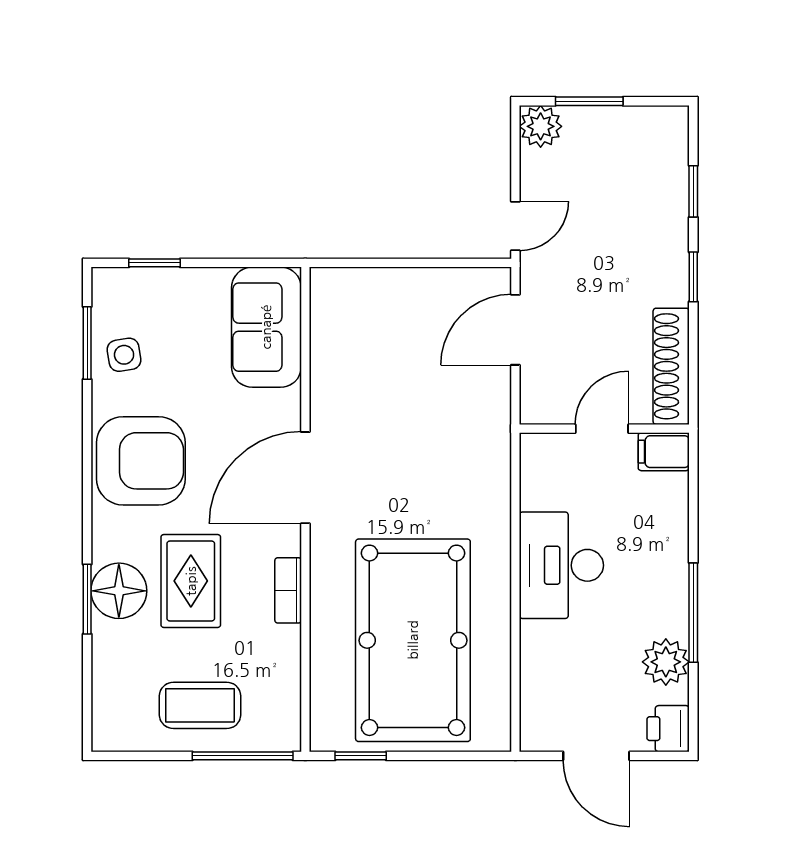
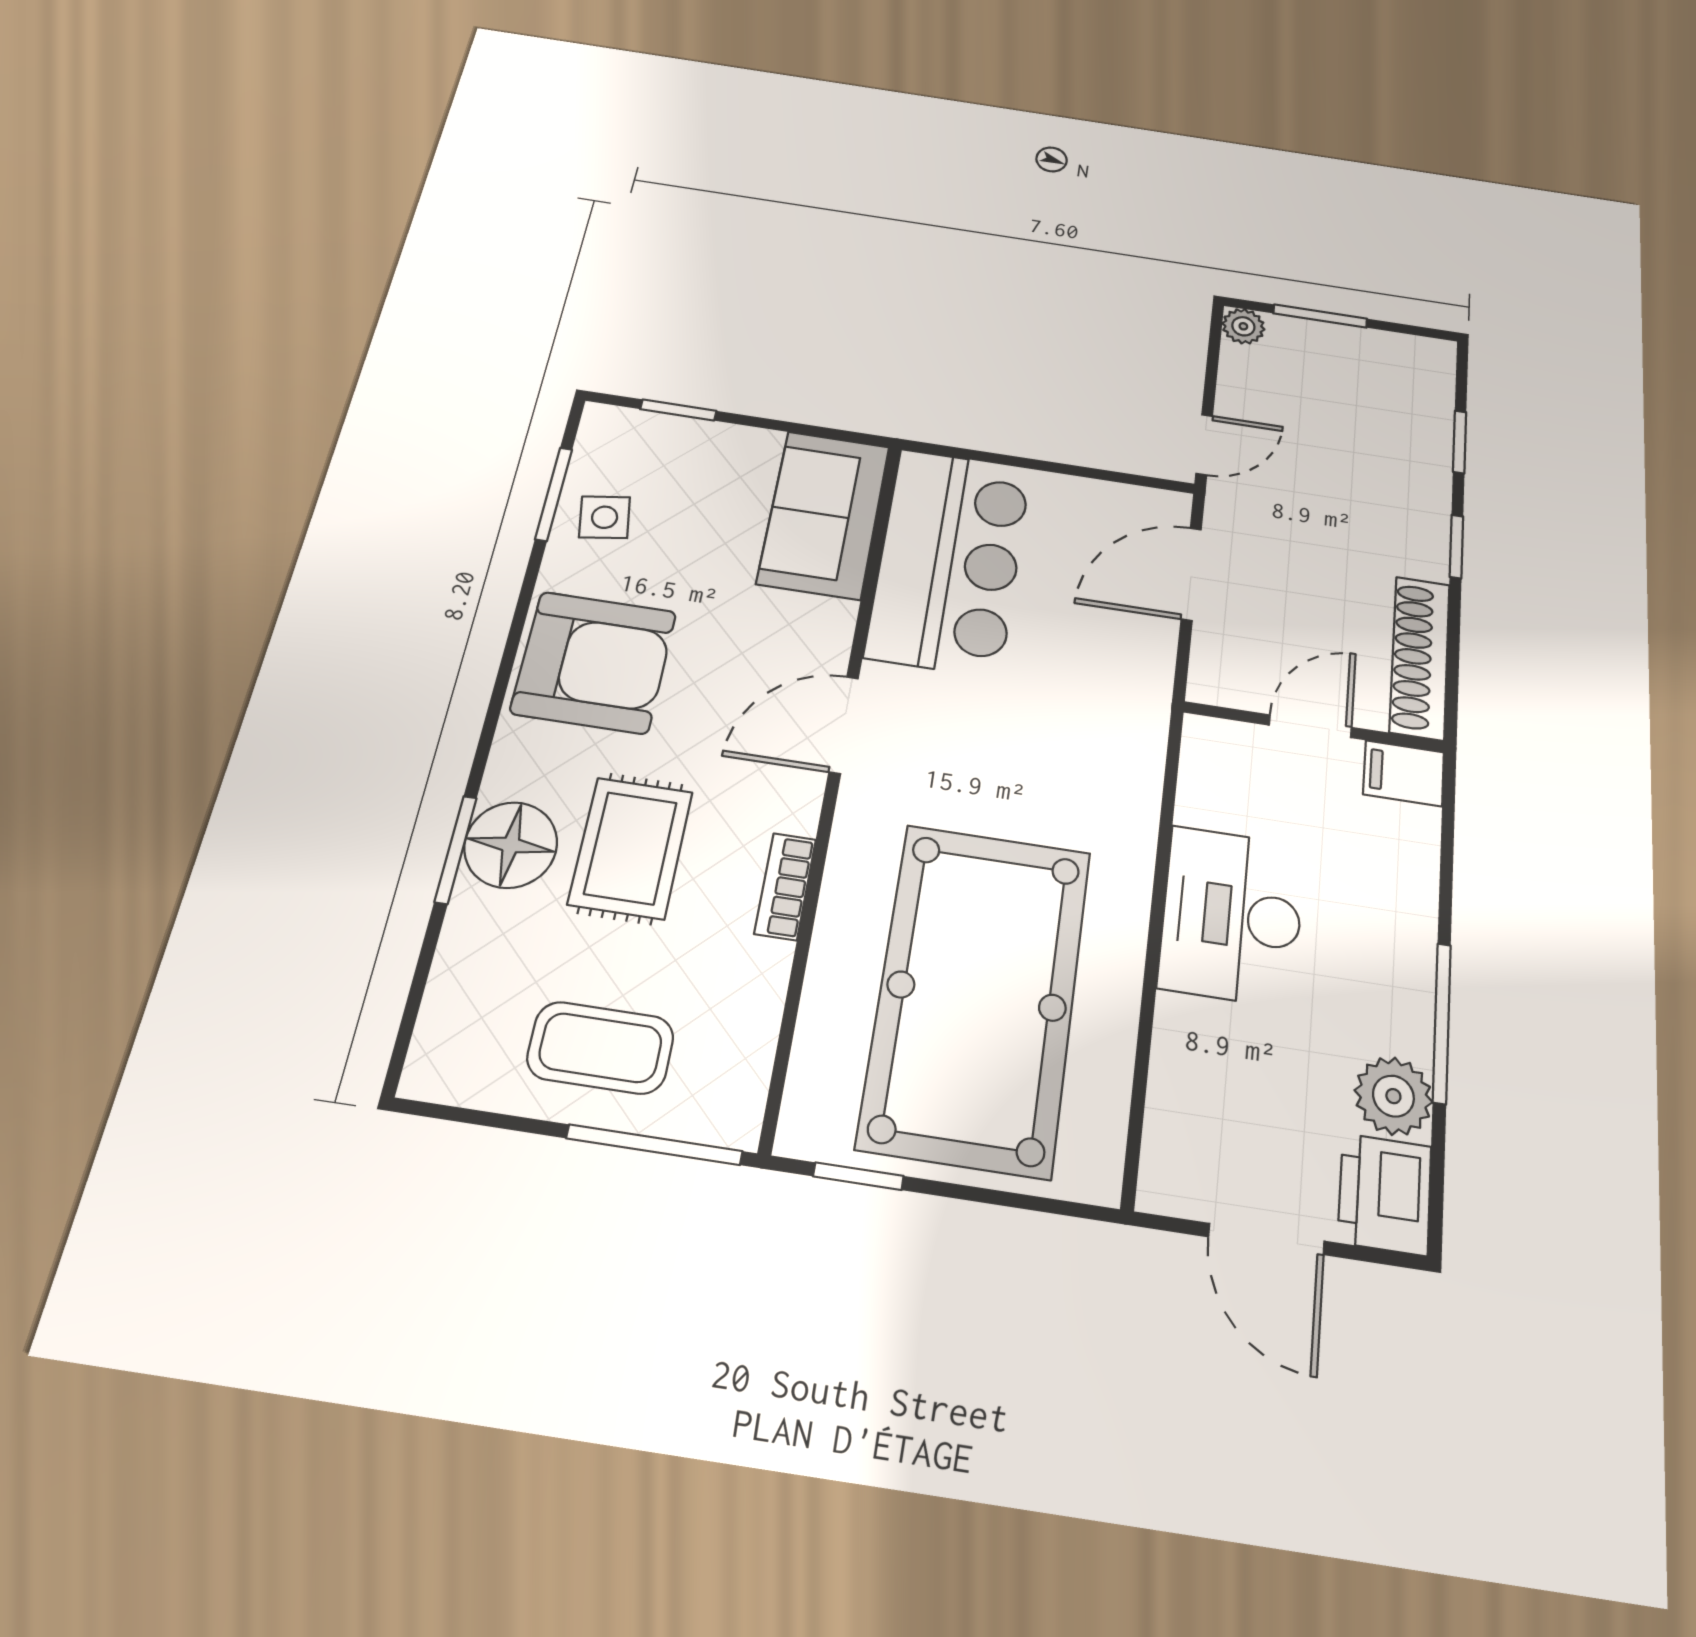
plant: (541, 126) -> (1243, 326), width x0.73, depth x0.73
bar counter: (354, 348) -> (949, 561), added
door: (305, 478) -> (844, 725), width x0.73
printer: (668, 729) -> (1385, 1194), width x1.36, depth x1.24

